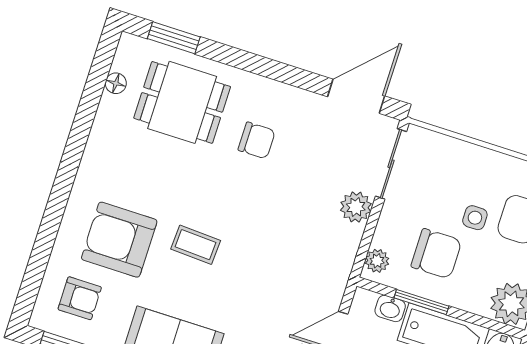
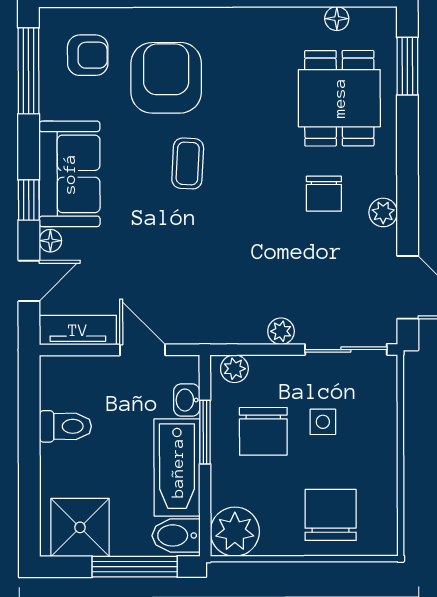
plant: (288, 97) -> (383, 212), added
plant: (356, 207) -> (281, 331), width x0.73, depth x0.73
side table: (475, 218) -> (323, 422), moved
armchair: (80, 298) -> (88, 55), turned -90

